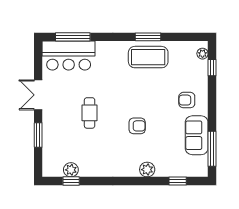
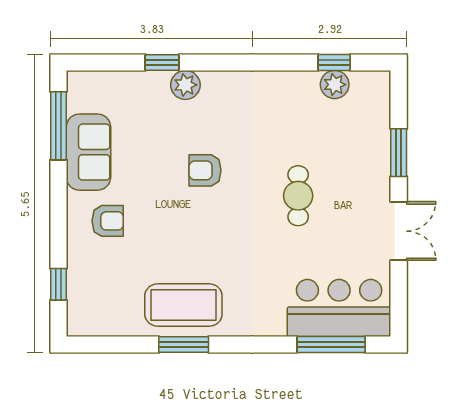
plant: (202, 54) -> (77, 312), removed
window: (178, 181) -> (162, 62), moved

